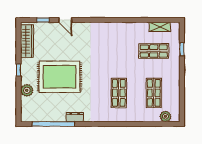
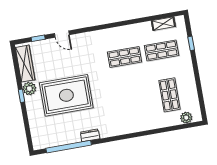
plant: (27, 90) -> (29, 89), moved
shop shelf: (119, 93) -> (124, 57), moved, turned 90

